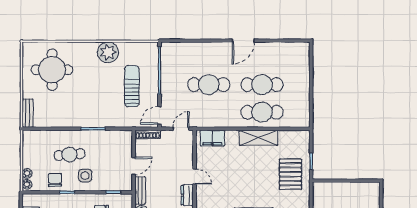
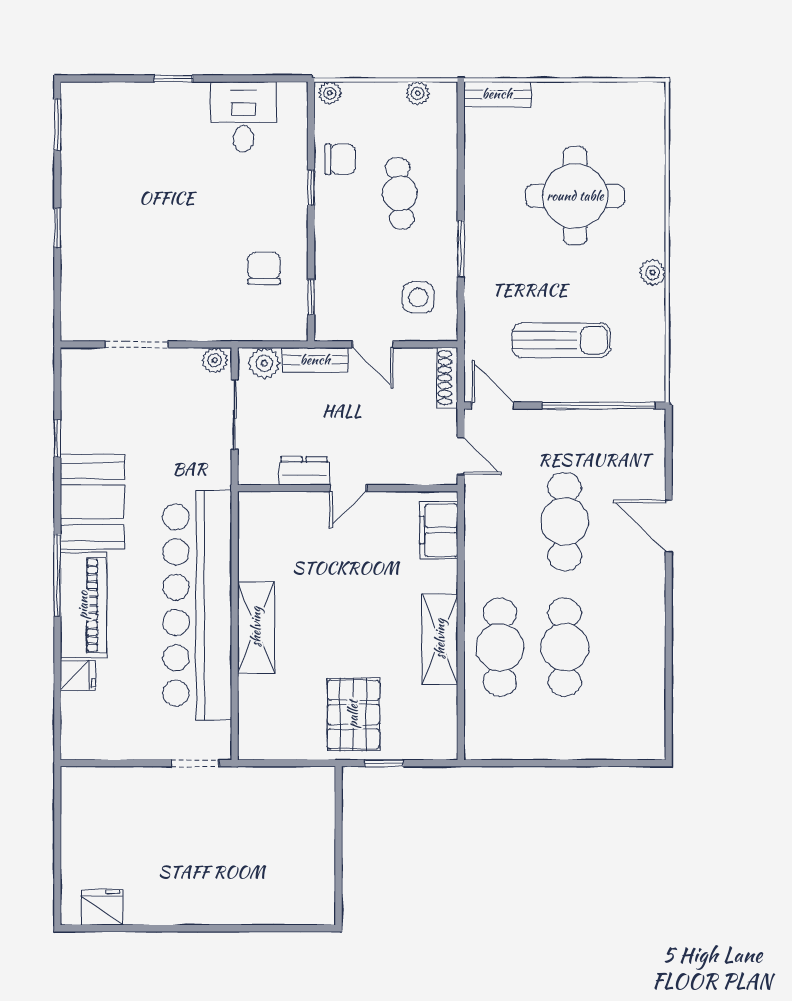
door: (243, 41) -> (669, 526), moved
plant: (108, 52) -> (653, 273), width x0.53, depth x0.53
round table: (52, 70) -> (575, 196), moved
plant: (27, 173) -> (418, 93), moved
pallet: (290, 174) -> (353, 714), turned 90
side table: (85, 176) -> (418, 297), moved

